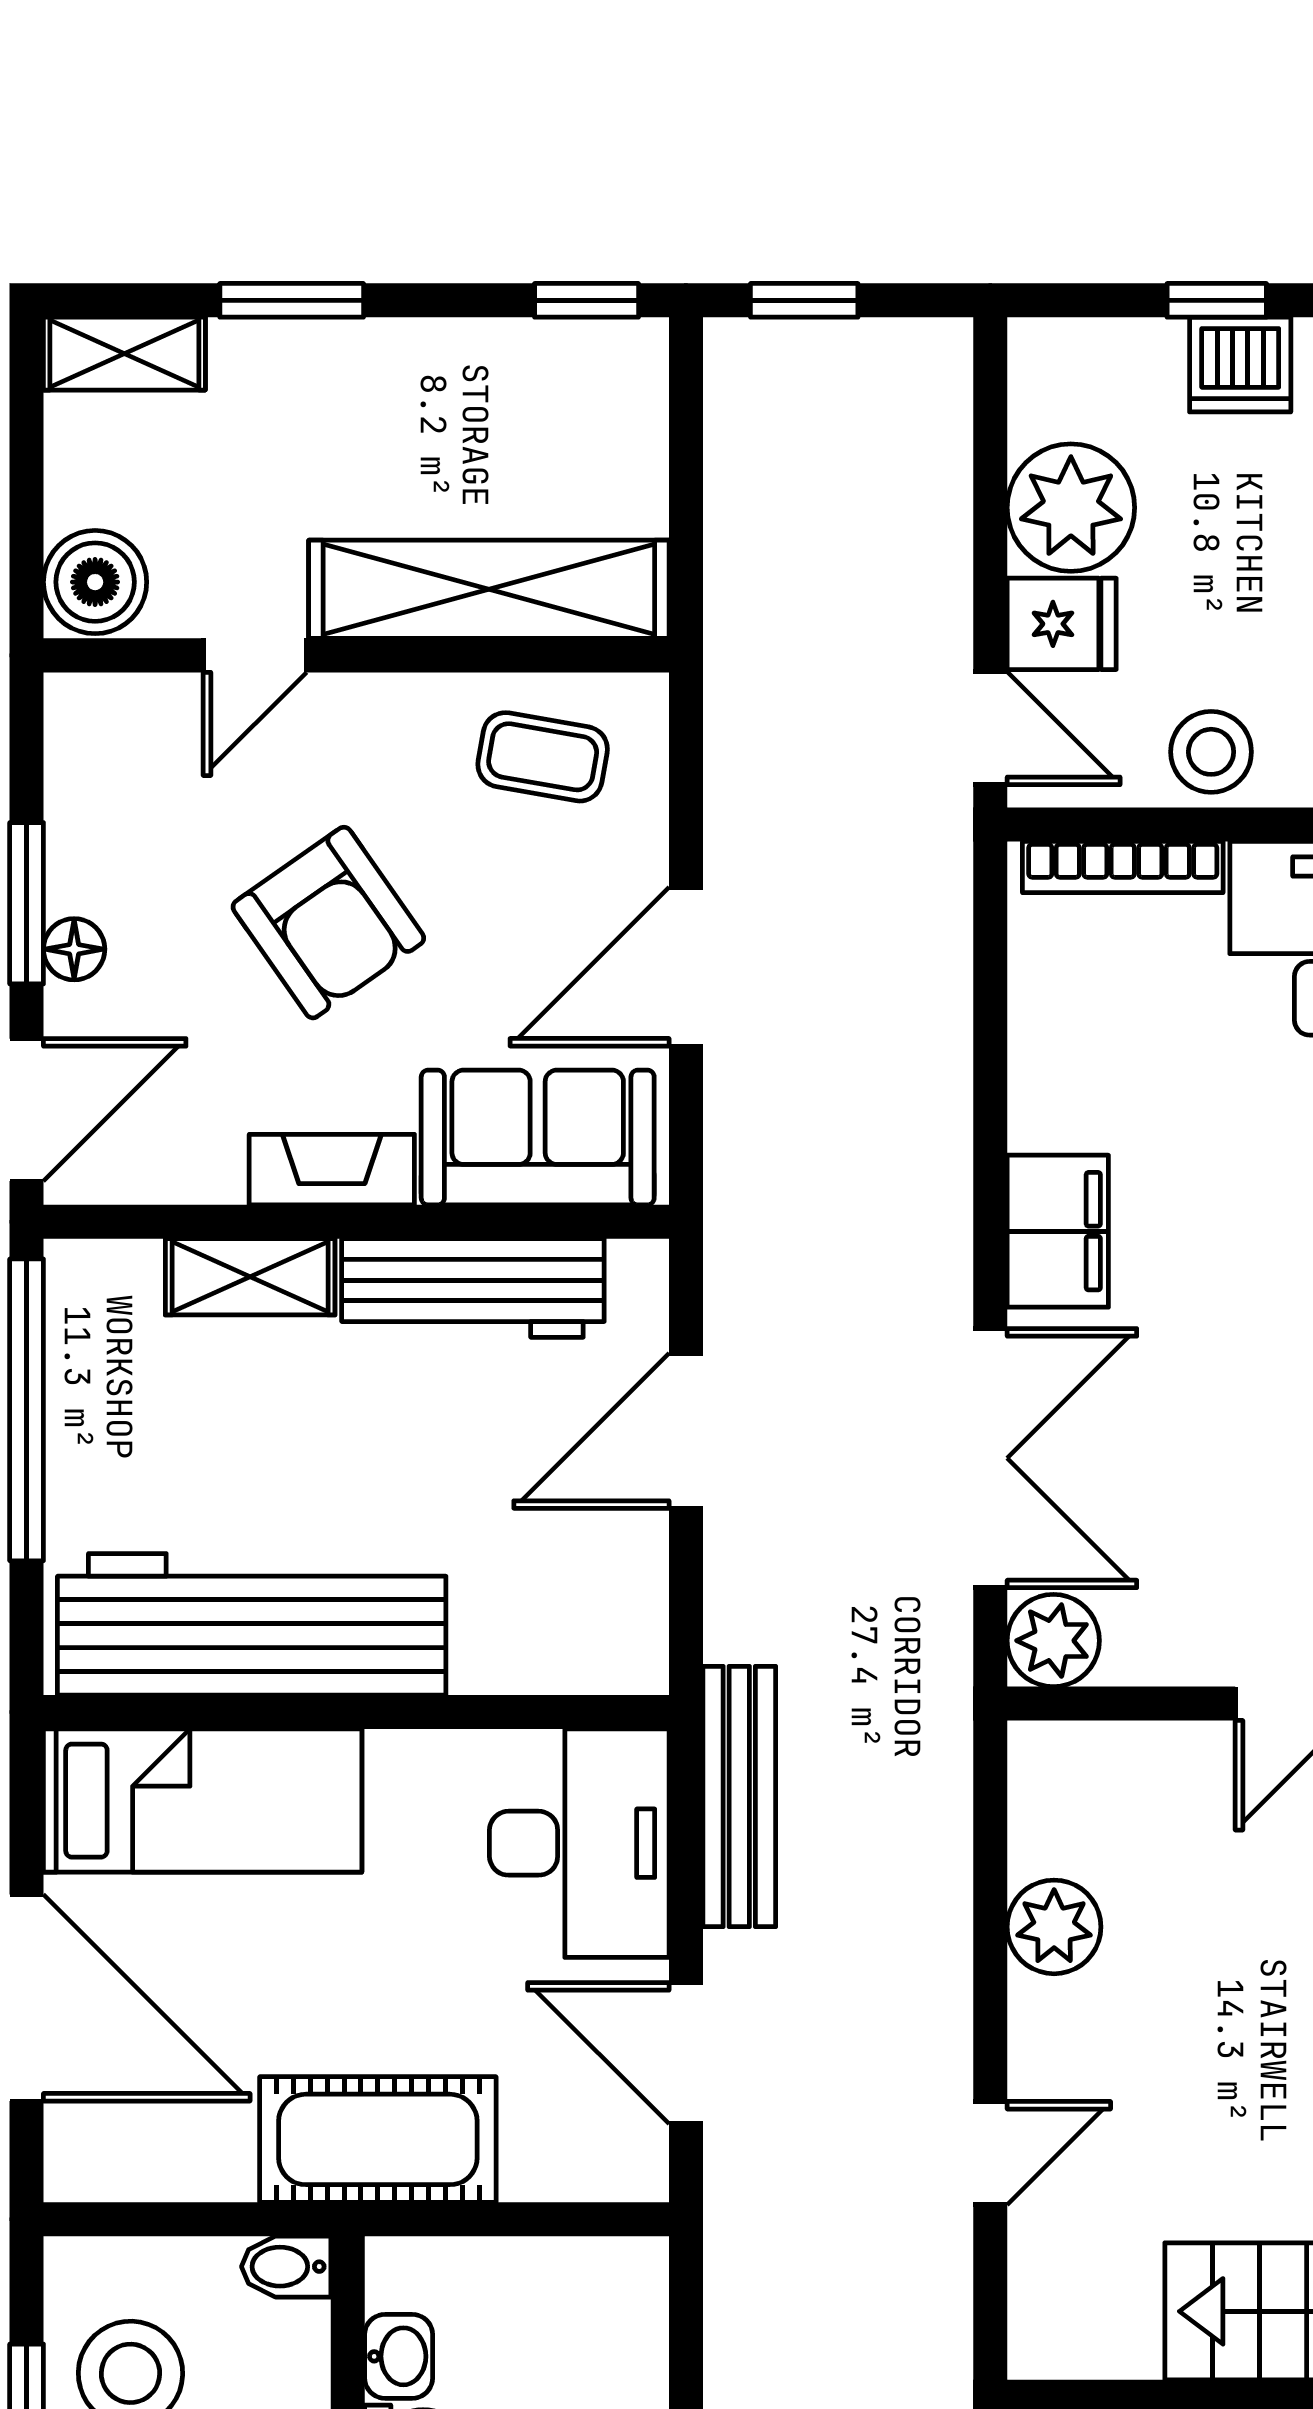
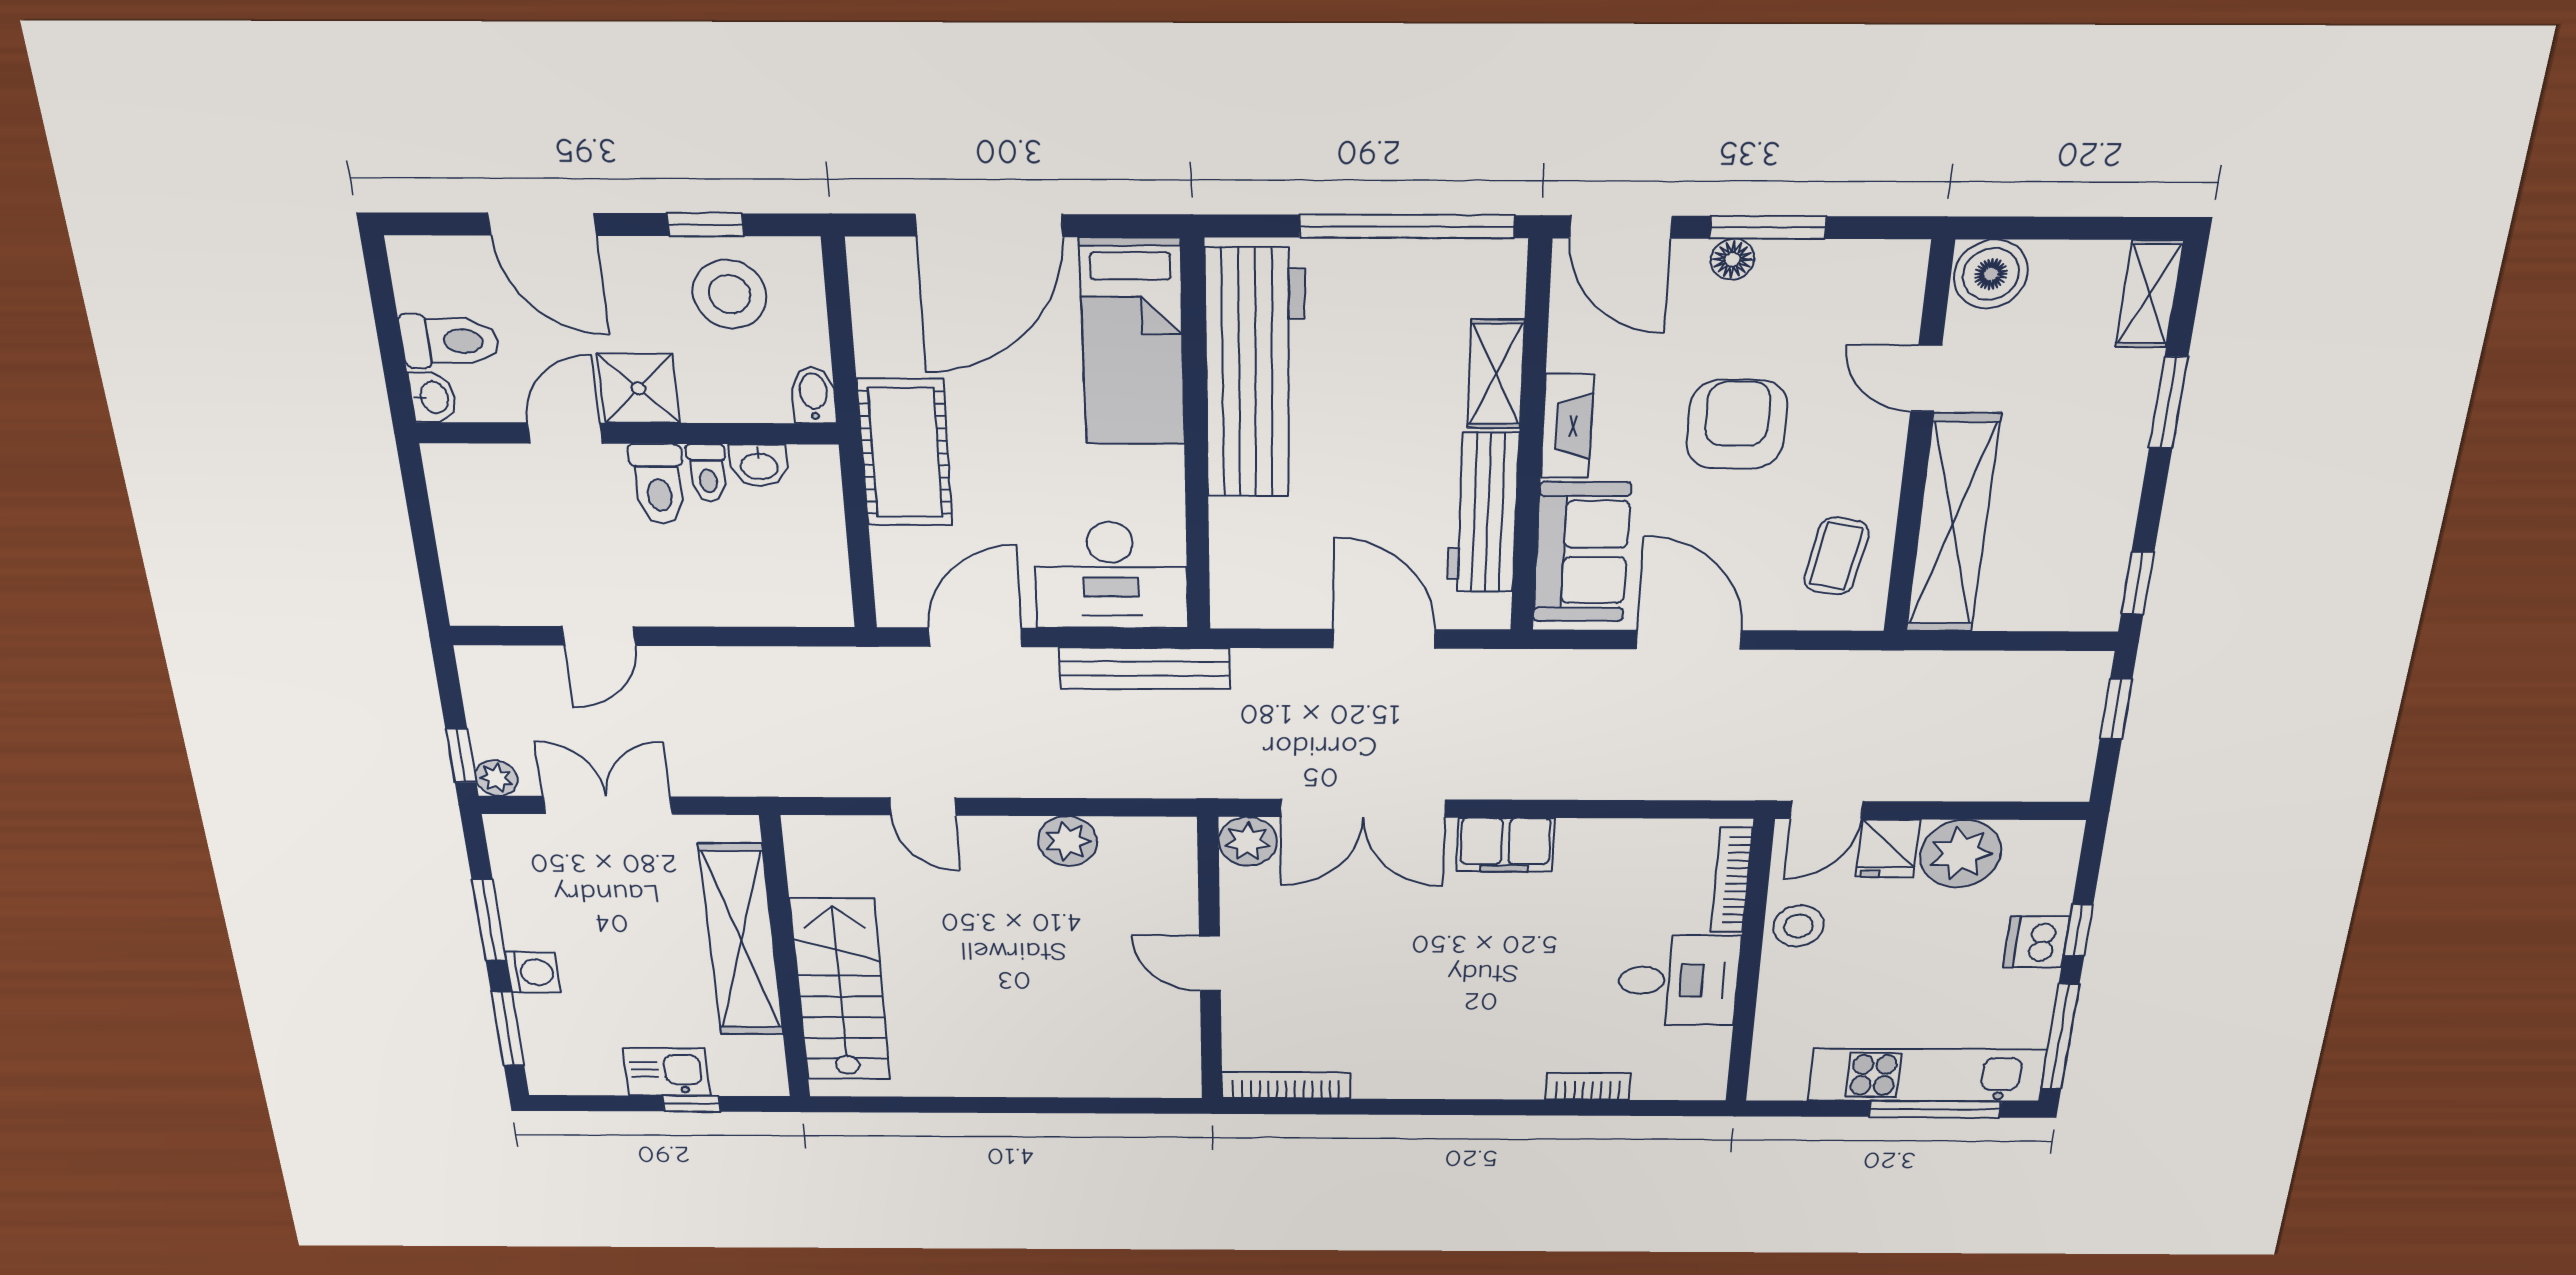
armchair: (328, 923) -> (1737, 424), turned 125

